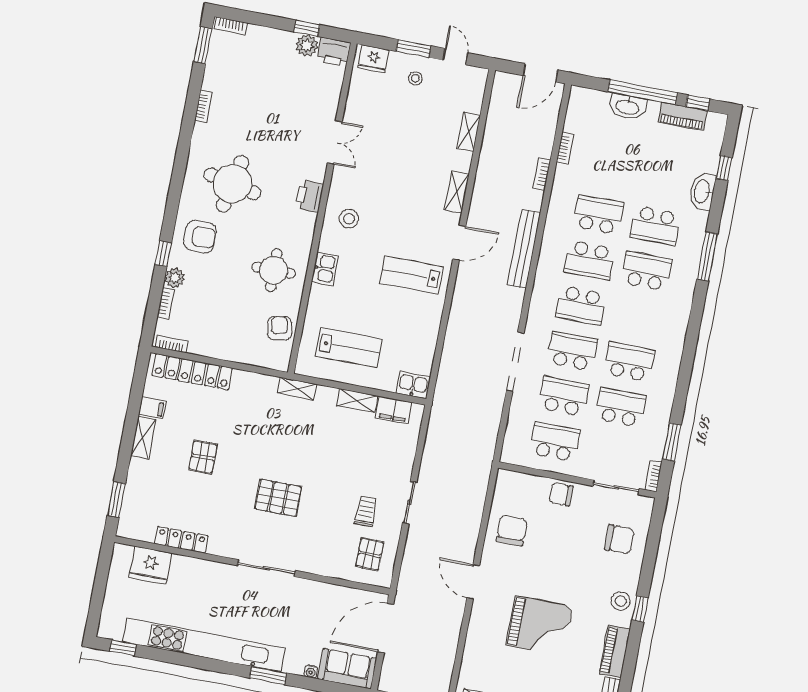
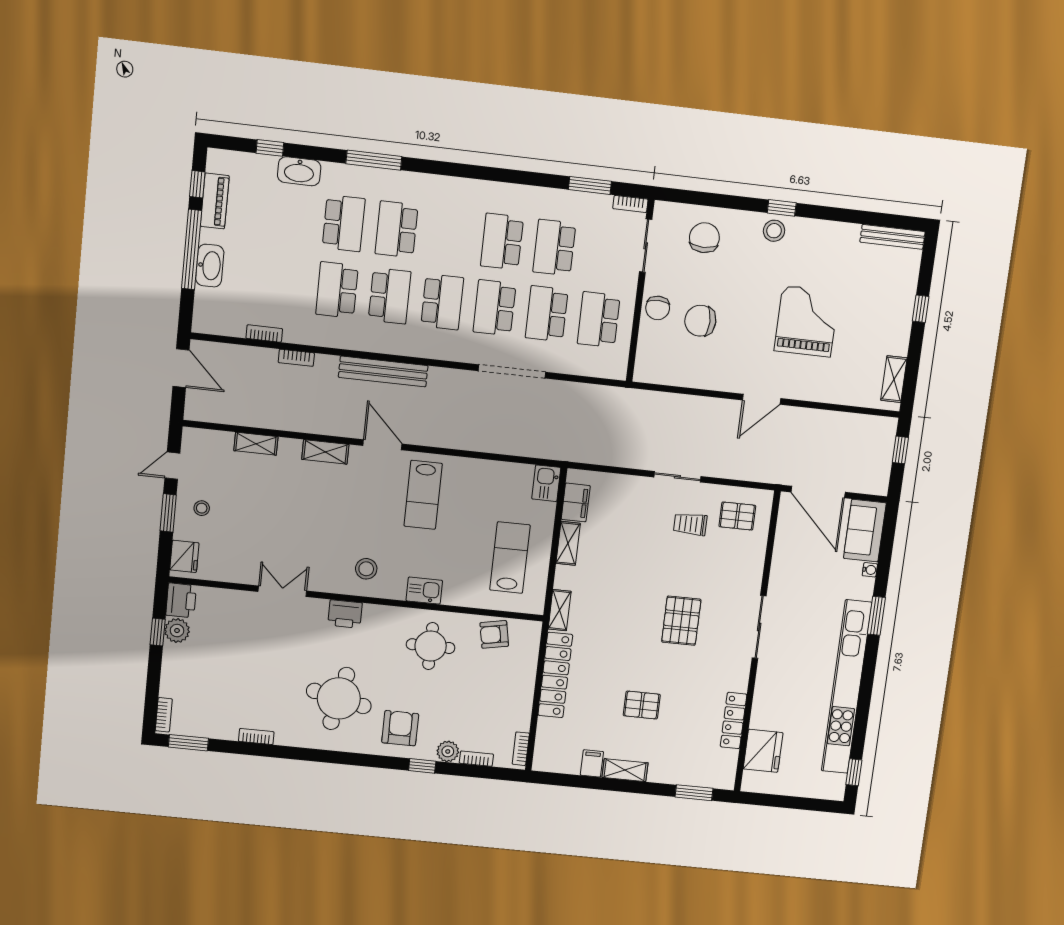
locker: (192, 372) -> (555, 675), moved
chair: (512, 531) -> (700, 321), moved
piano: (615, 651) -> (831, 233), removed

